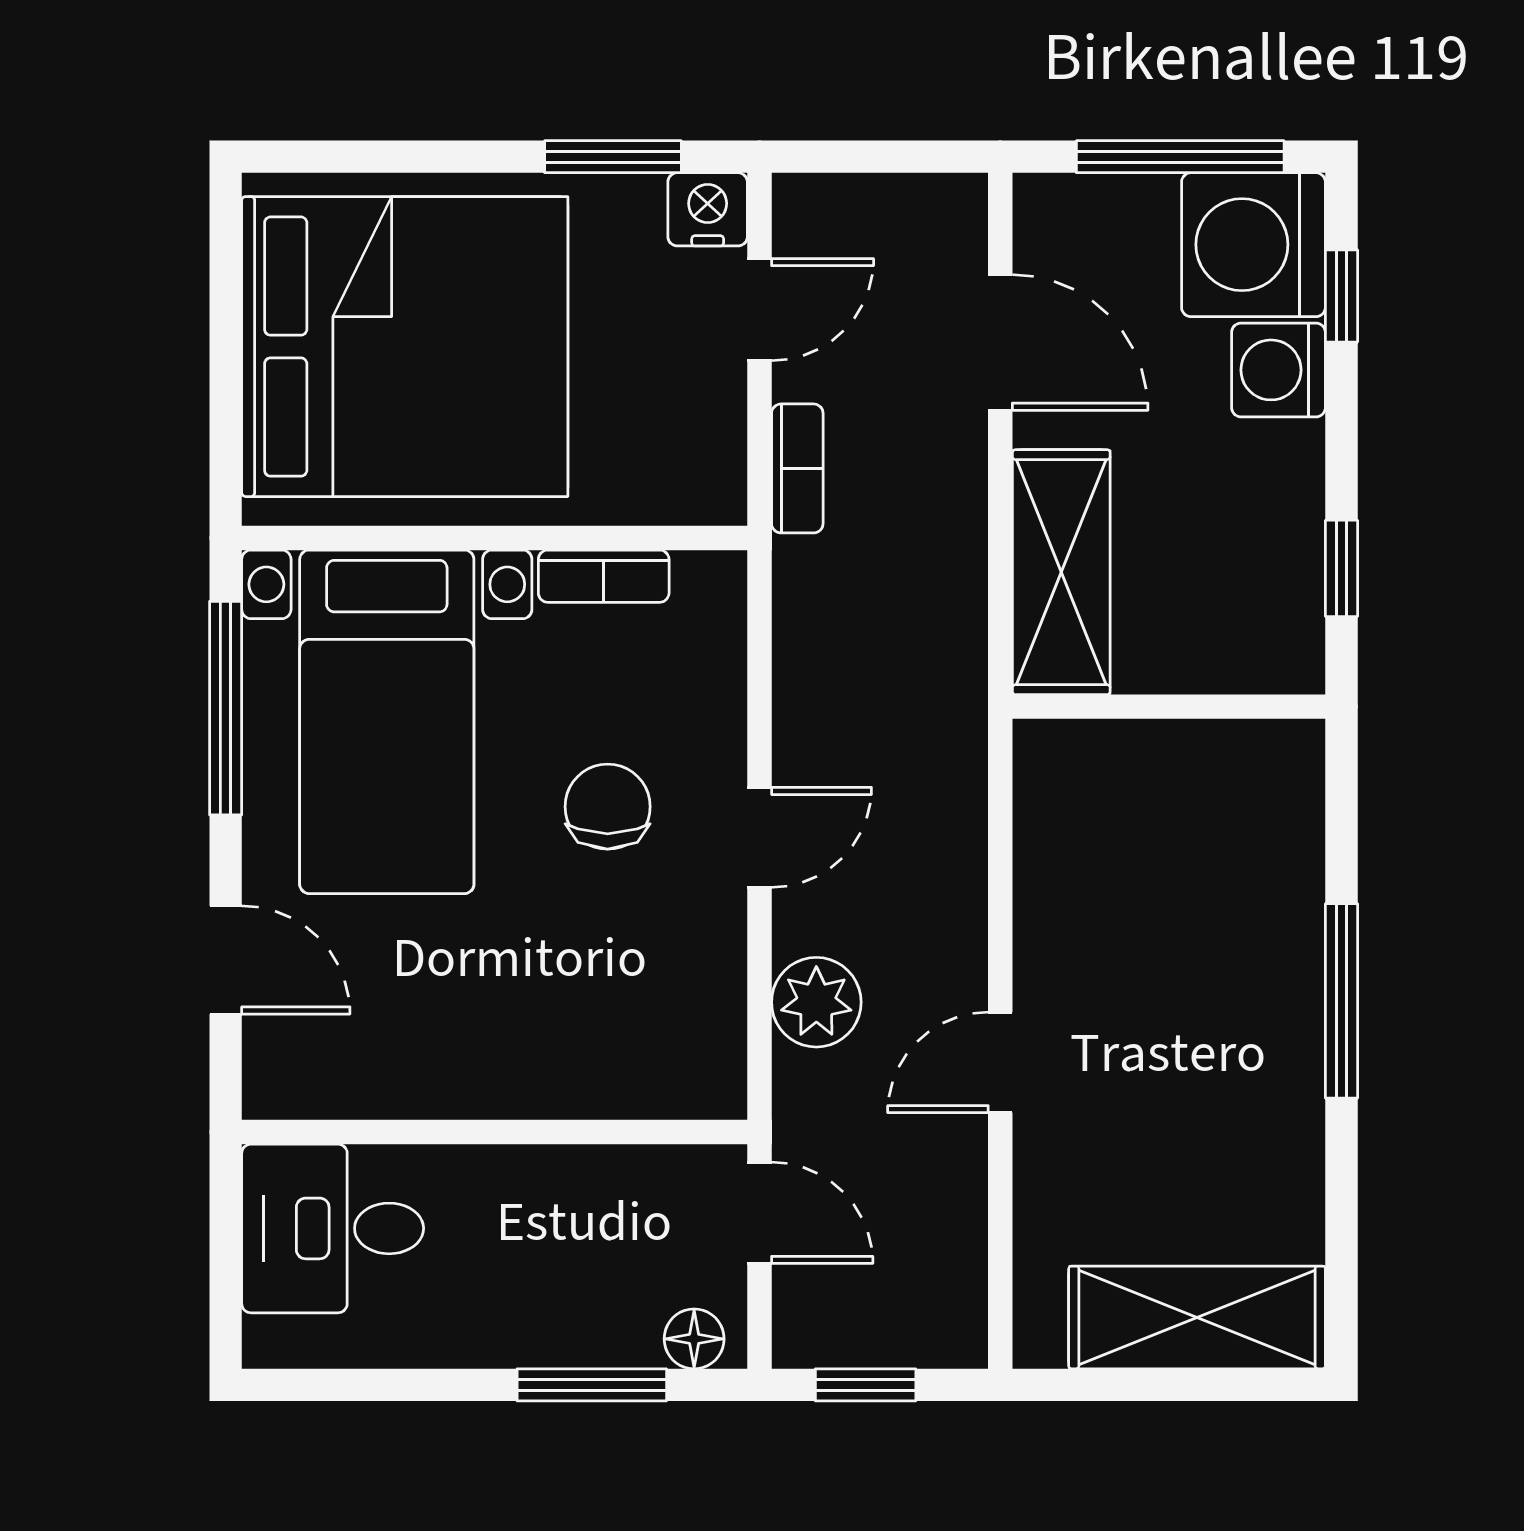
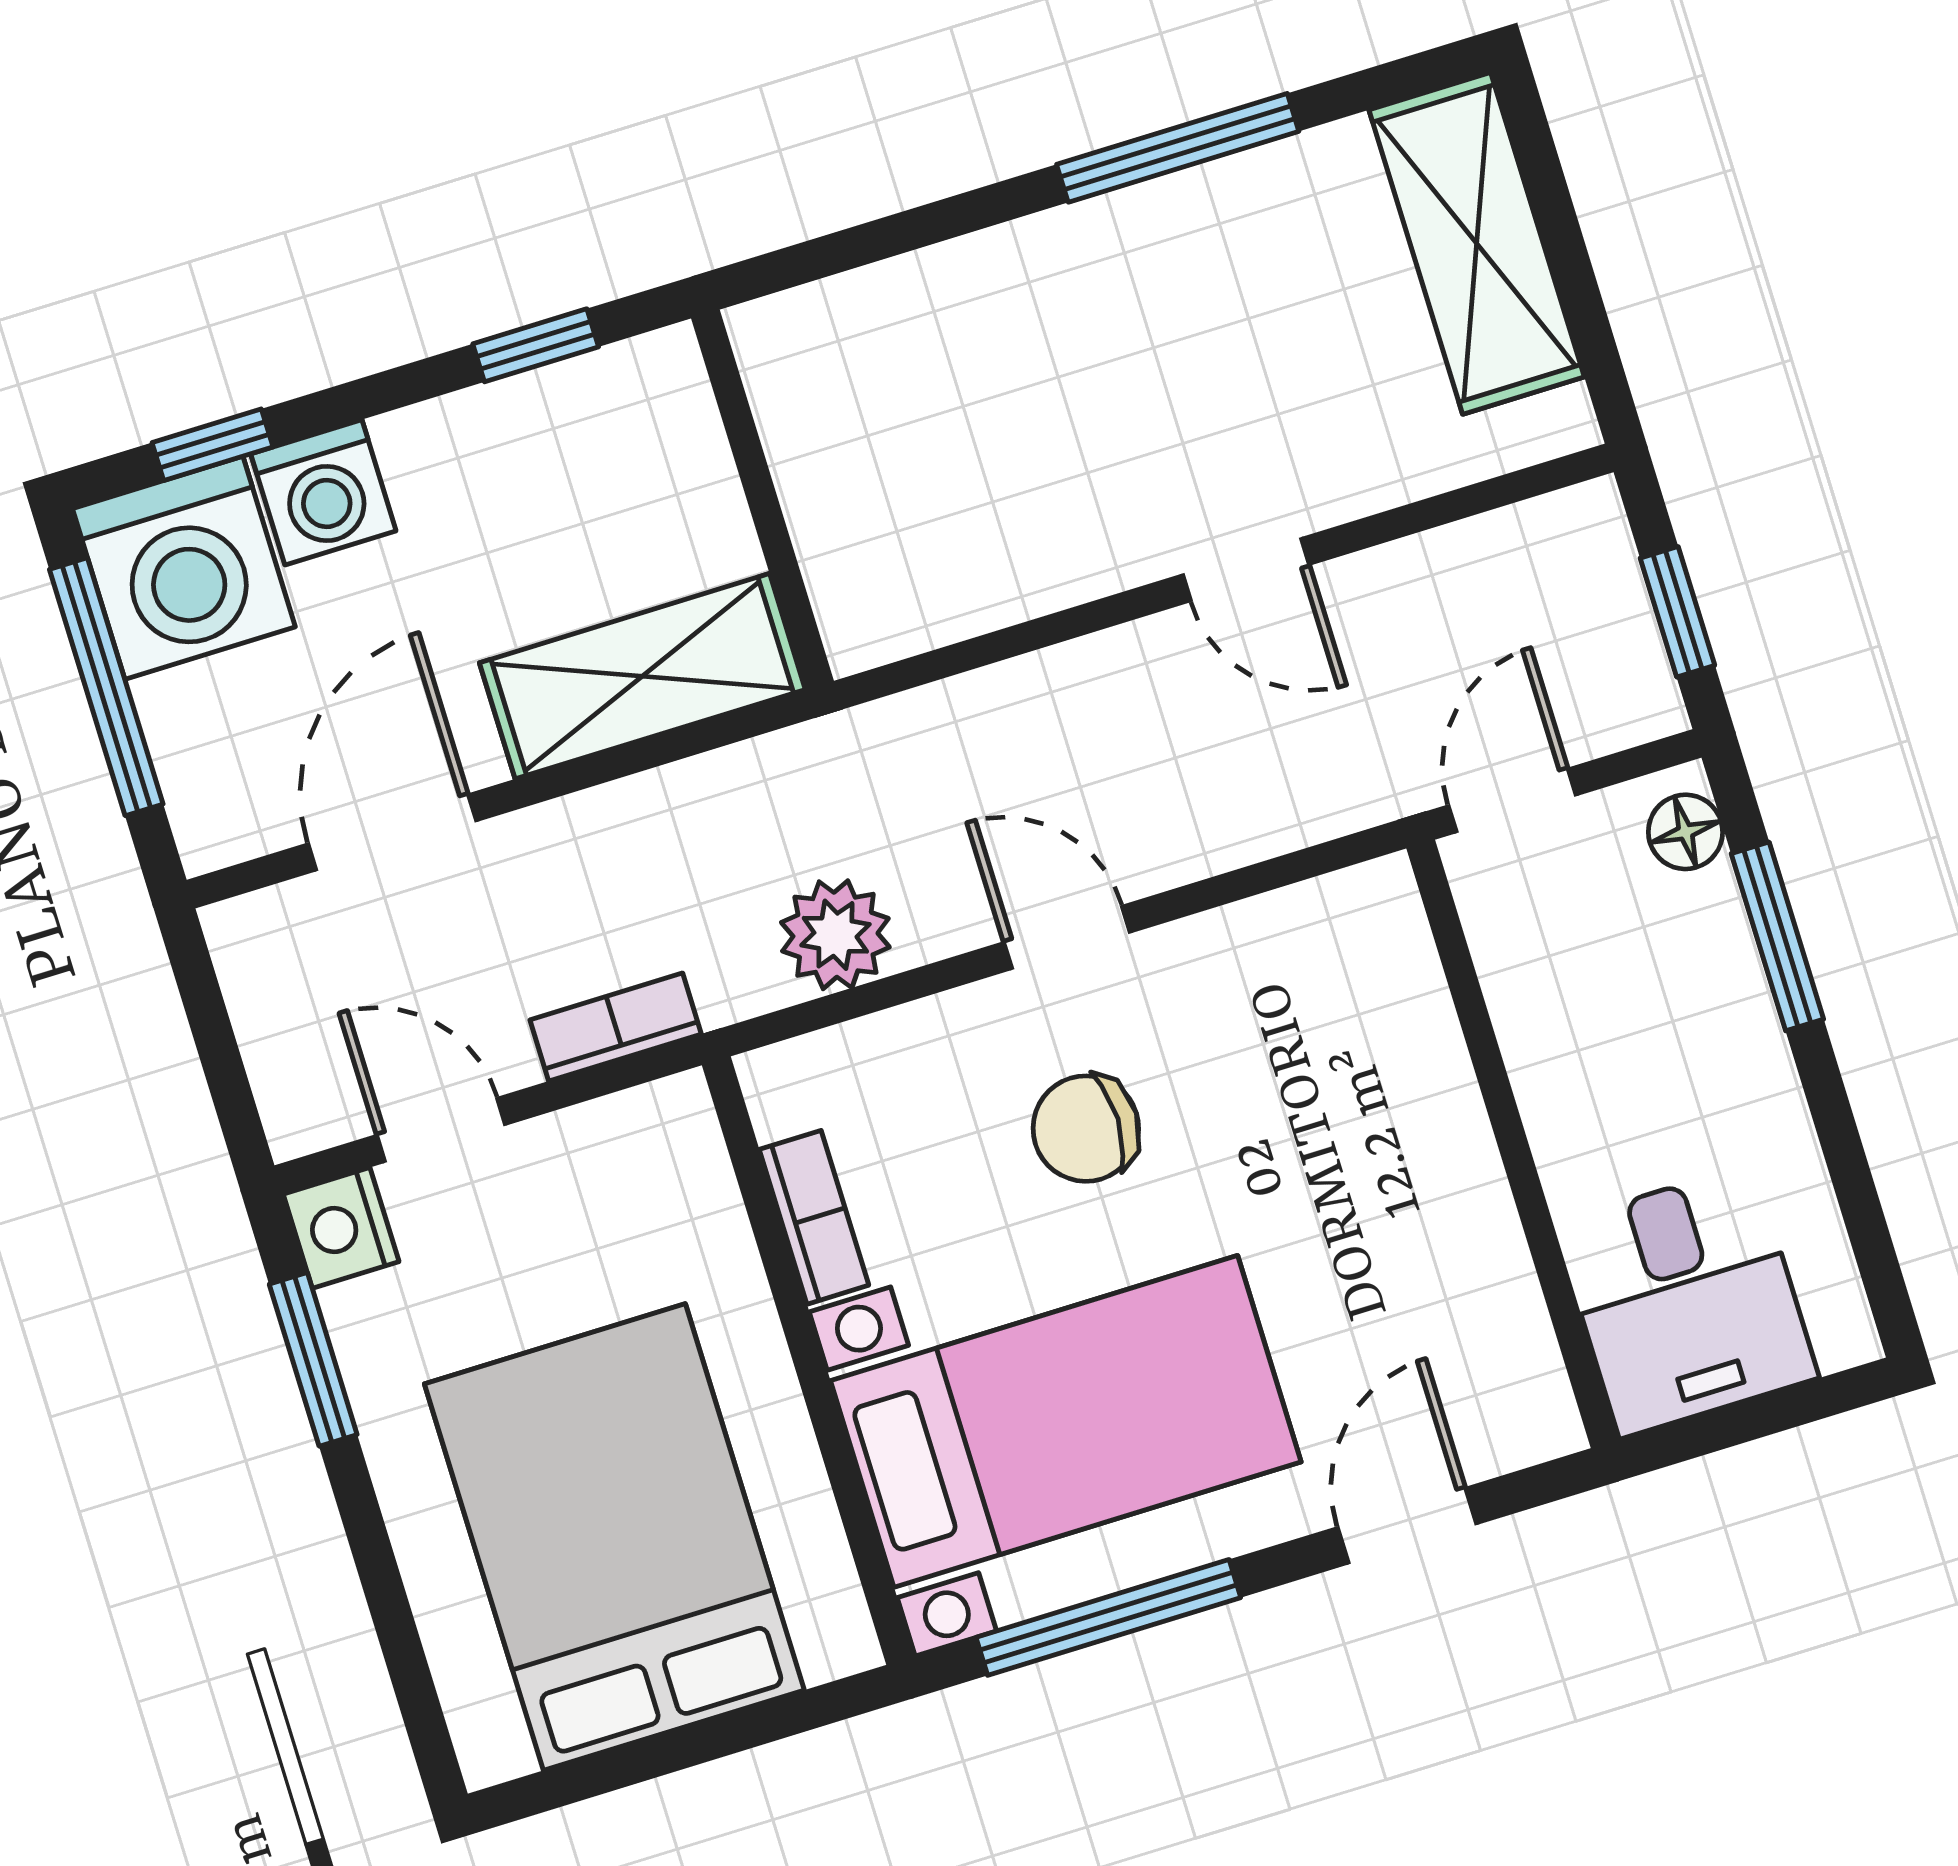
bed: (405, 347) -> (614, 1537), width x0.73
window: (1341, 1001) -> (1178, 148), moved
plant: (816, 1002) -> (835, 935), moved

